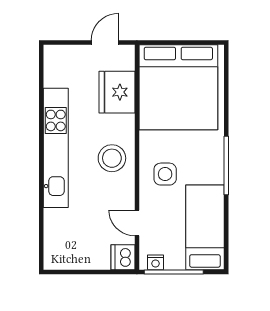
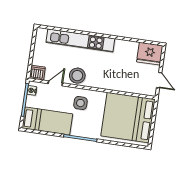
fridge: (117, 92) -> (150, 54), moved, turned 180
kitchen unit: (56, 148) -> (80, 40), moved
stool: (112, 158) -> (77, 76), moved

